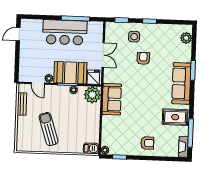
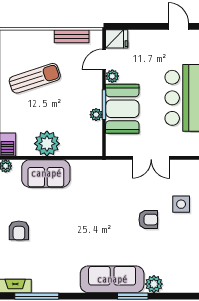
plant: (186, 38) -> (154, 284), moved
fridge: (93, 77) -> (117, 39), moved
plant: (92, 95) -> (47, 144), moved
sofa: (112, 99) -> (46, 173), moved
rug: (175, 117) -> (60, 272), removed

